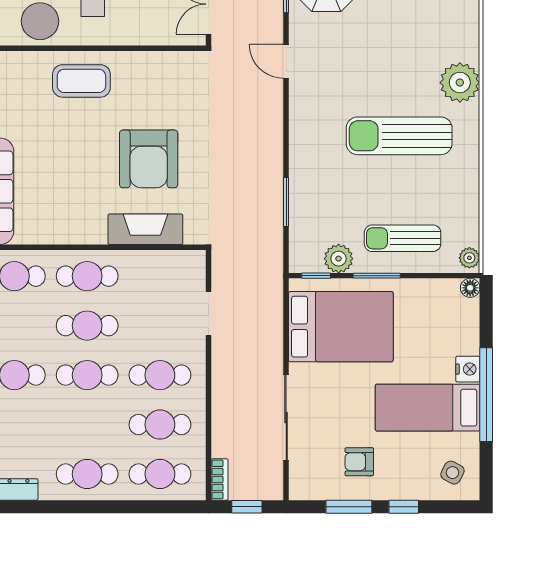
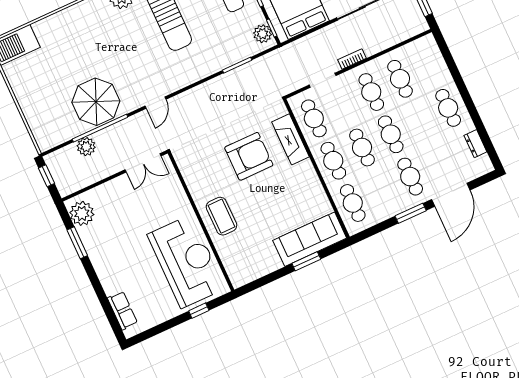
plant: (339, 259) -> (263, 34), moved
cafe table: (160, 474) -> (314, 118), moved
bookcase: (219, 479) -> (352, 59), moved

